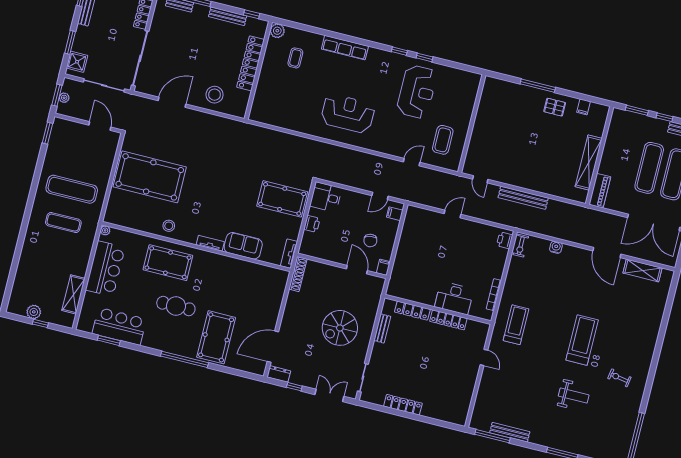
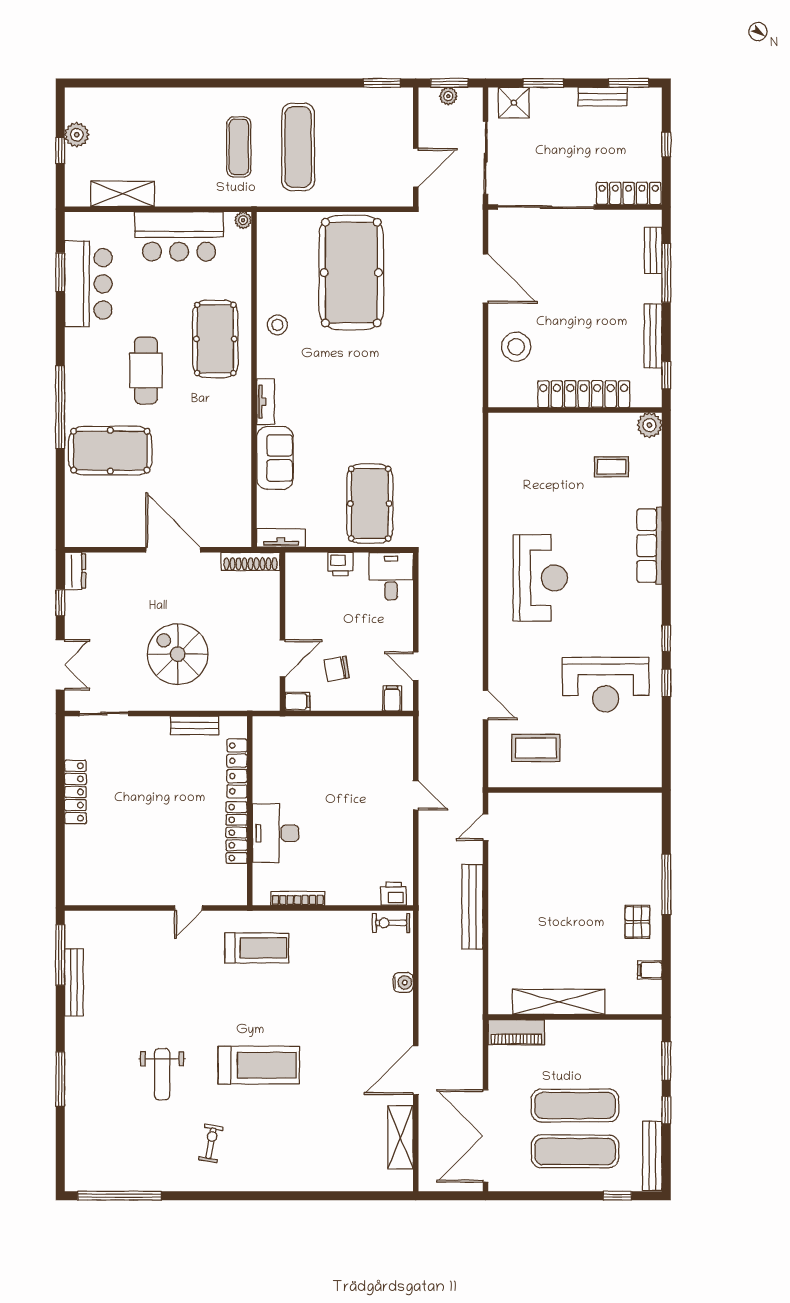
door: (273, 347) -> (173, 550), moved

